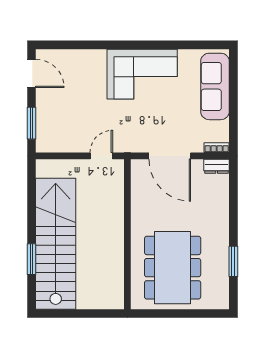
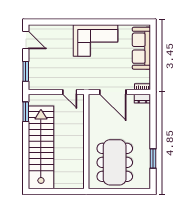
door: (101, 156) -> (70, 92), swing flipped
window: (31, 259) -> (26, 112), moved

